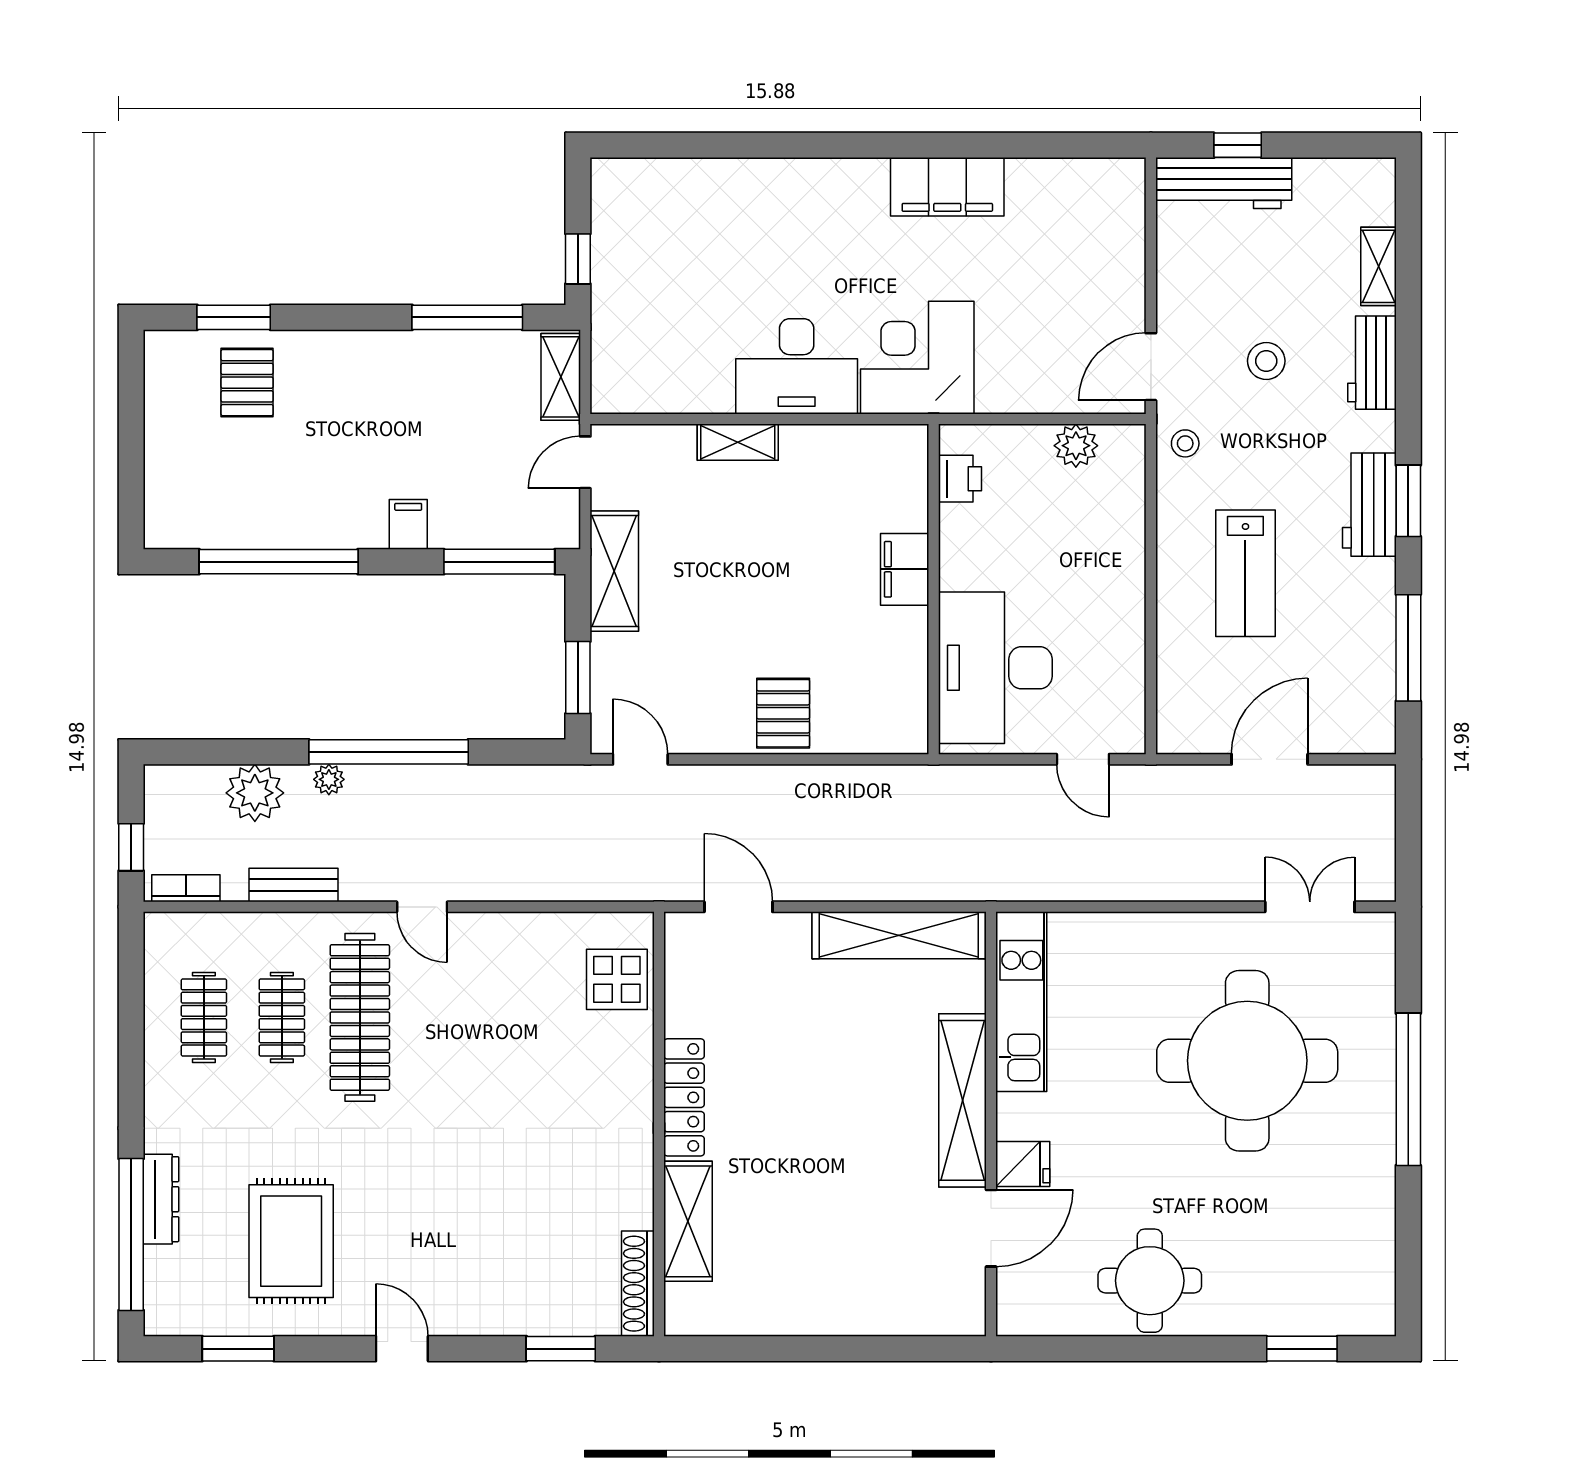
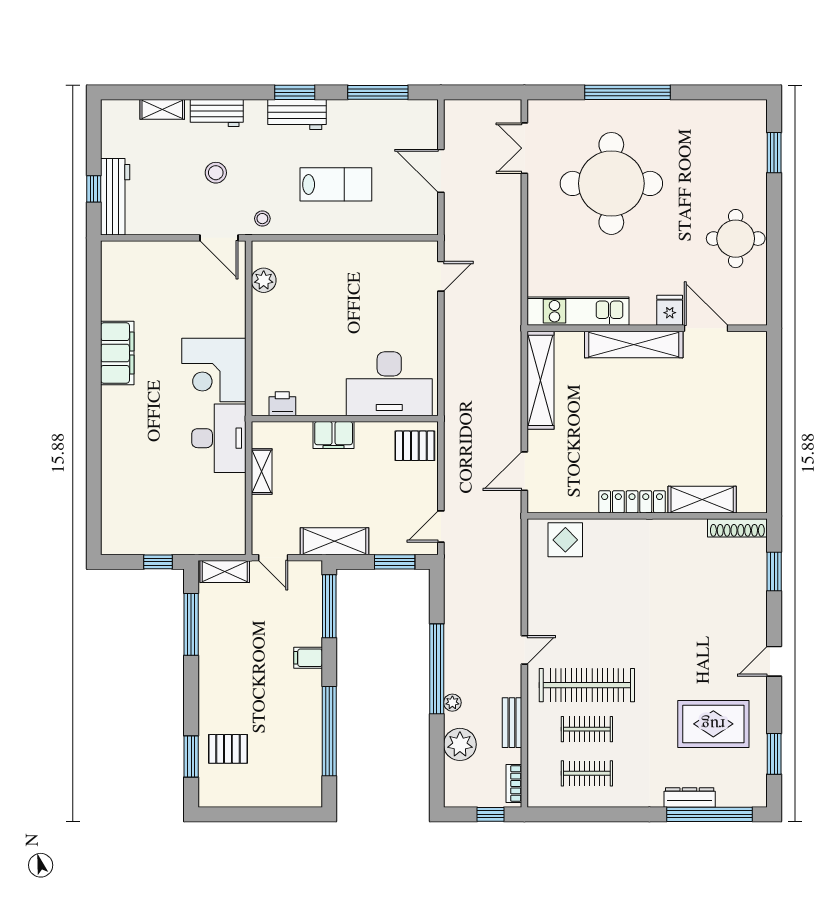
printer: (960, 479) -> (282, 404), moved
filing cabinet: (905, 569) -> (334, 435), moved
wall: (934, 589) -> (345, 419), moved
desk: (995, 668) -> (389, 384), moved

